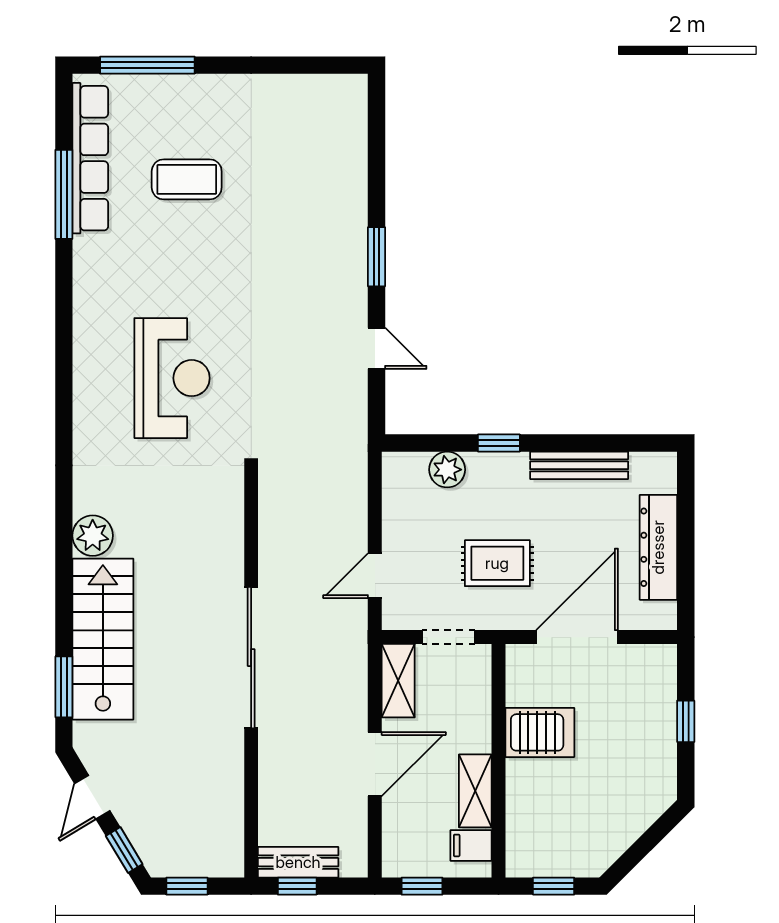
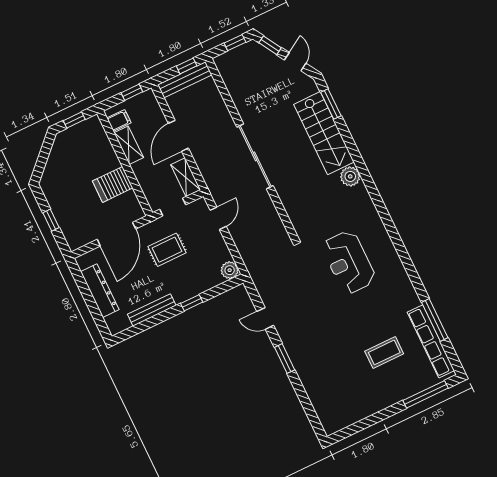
plant: (447, 470) -> (230, 270), moved
bench: (298, 862) -> (185, 80), width x1.36

